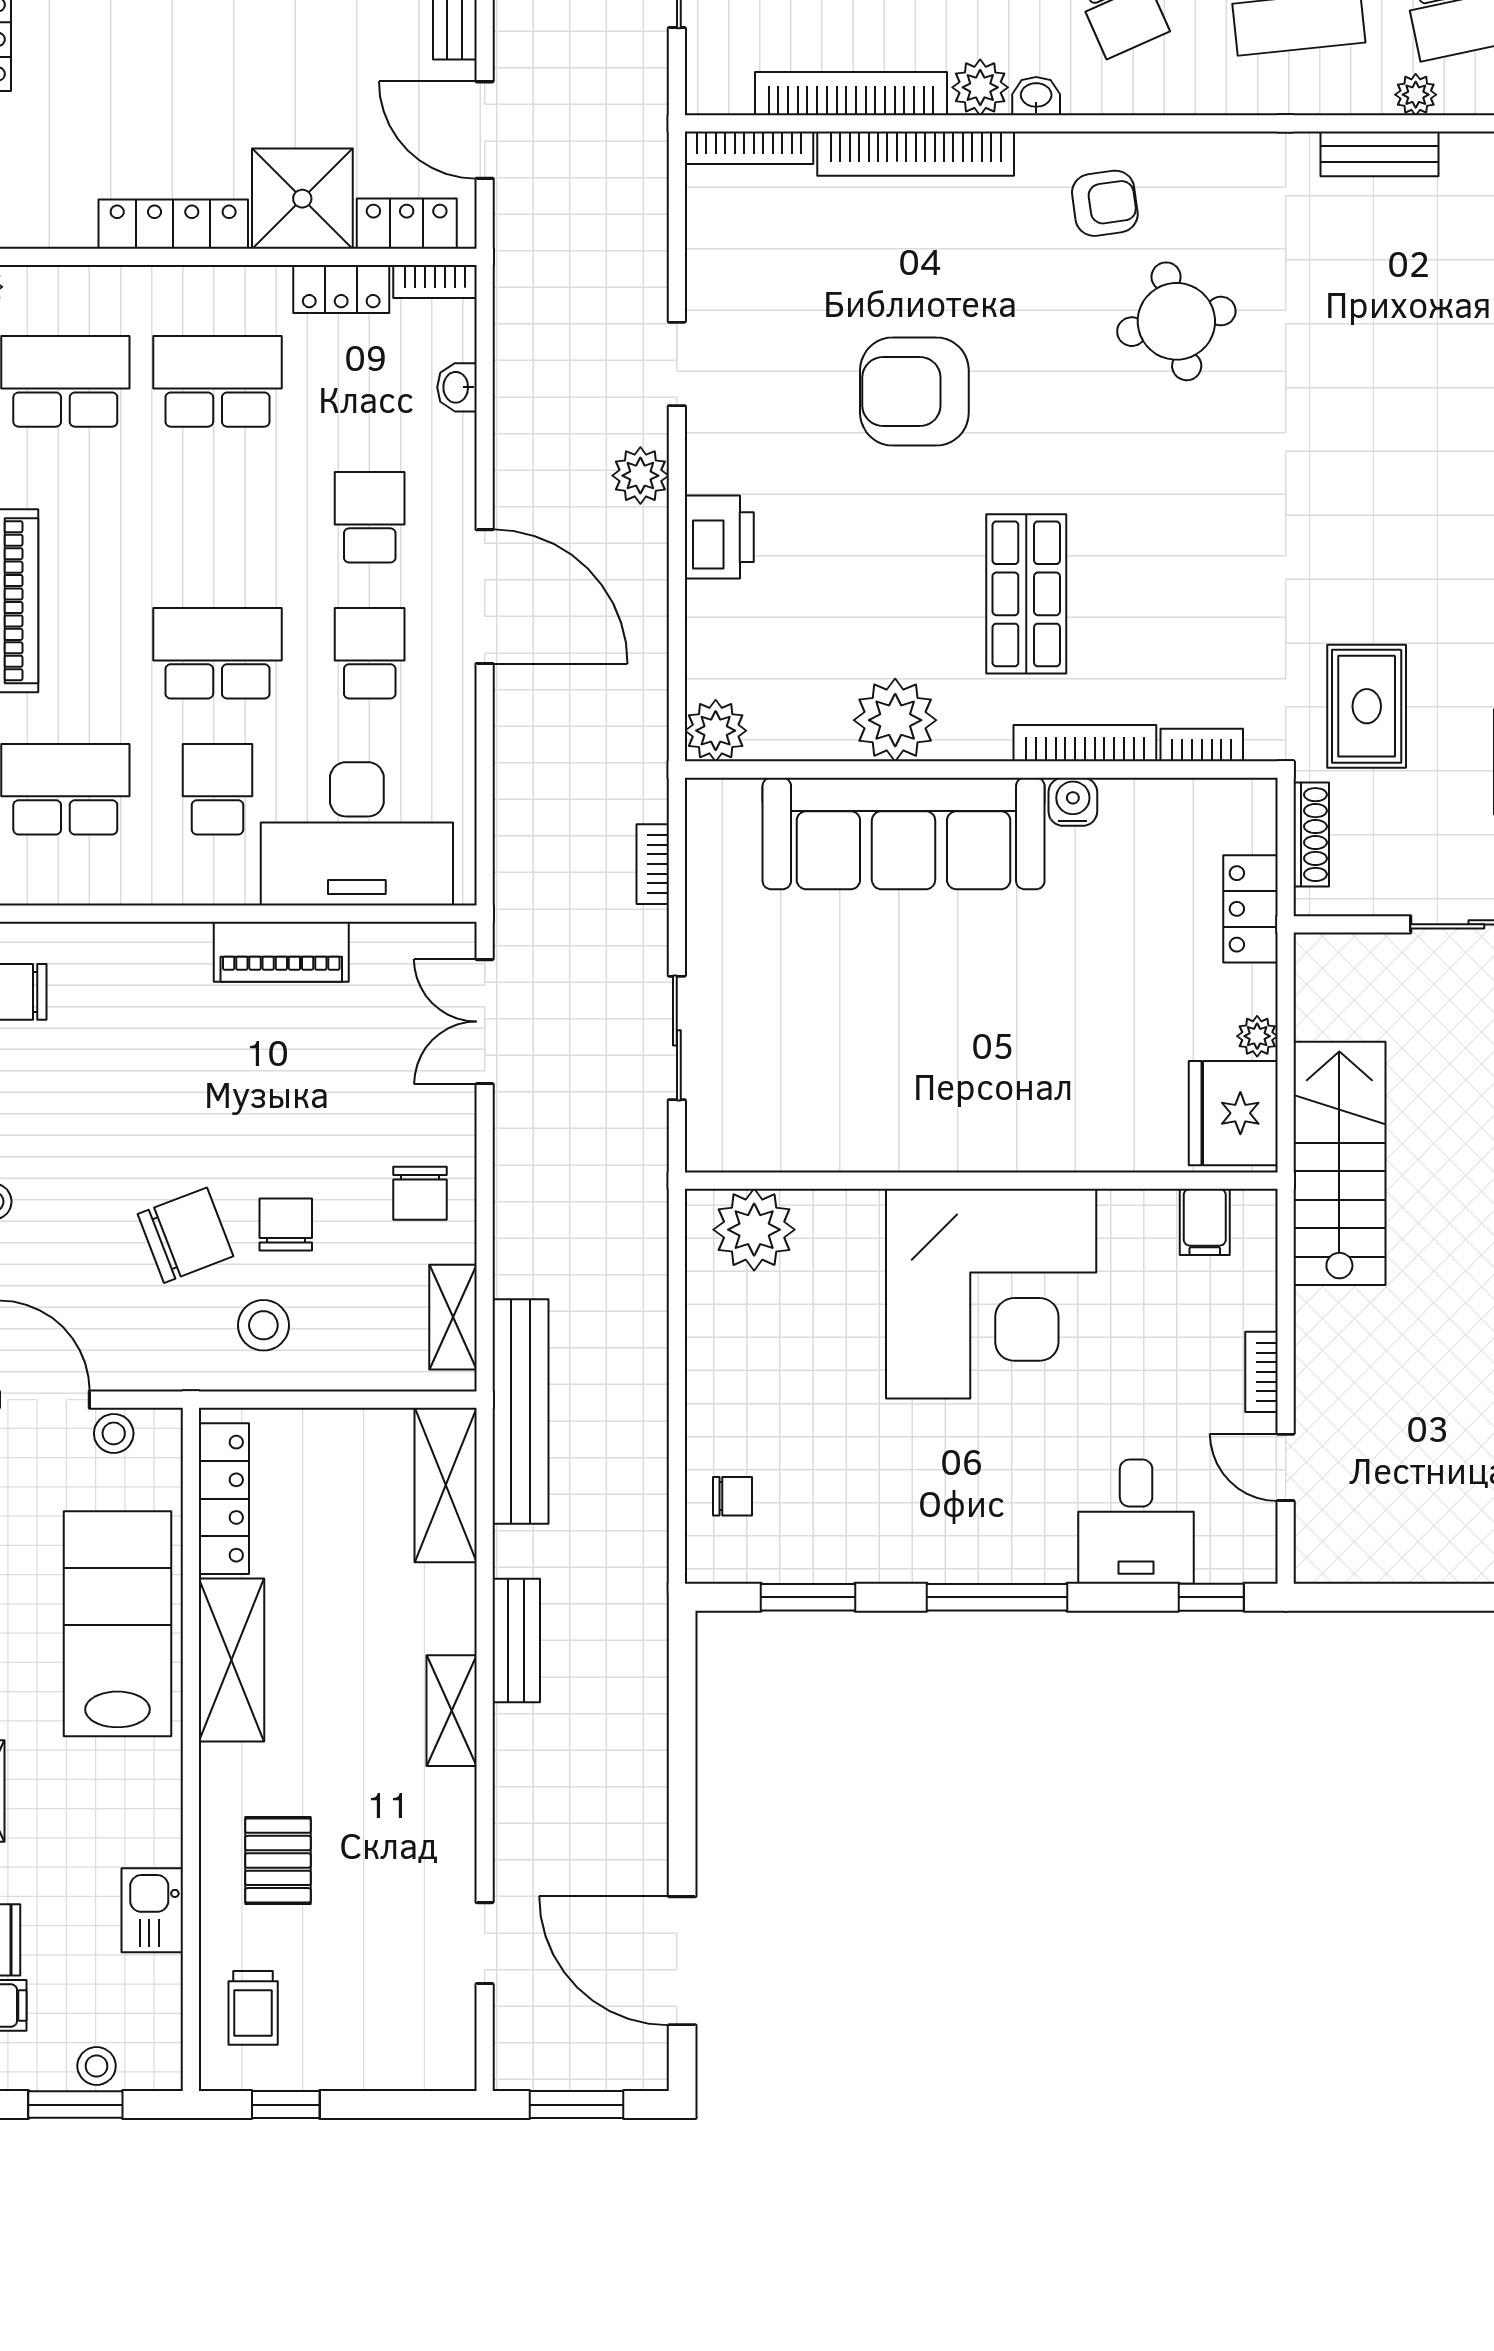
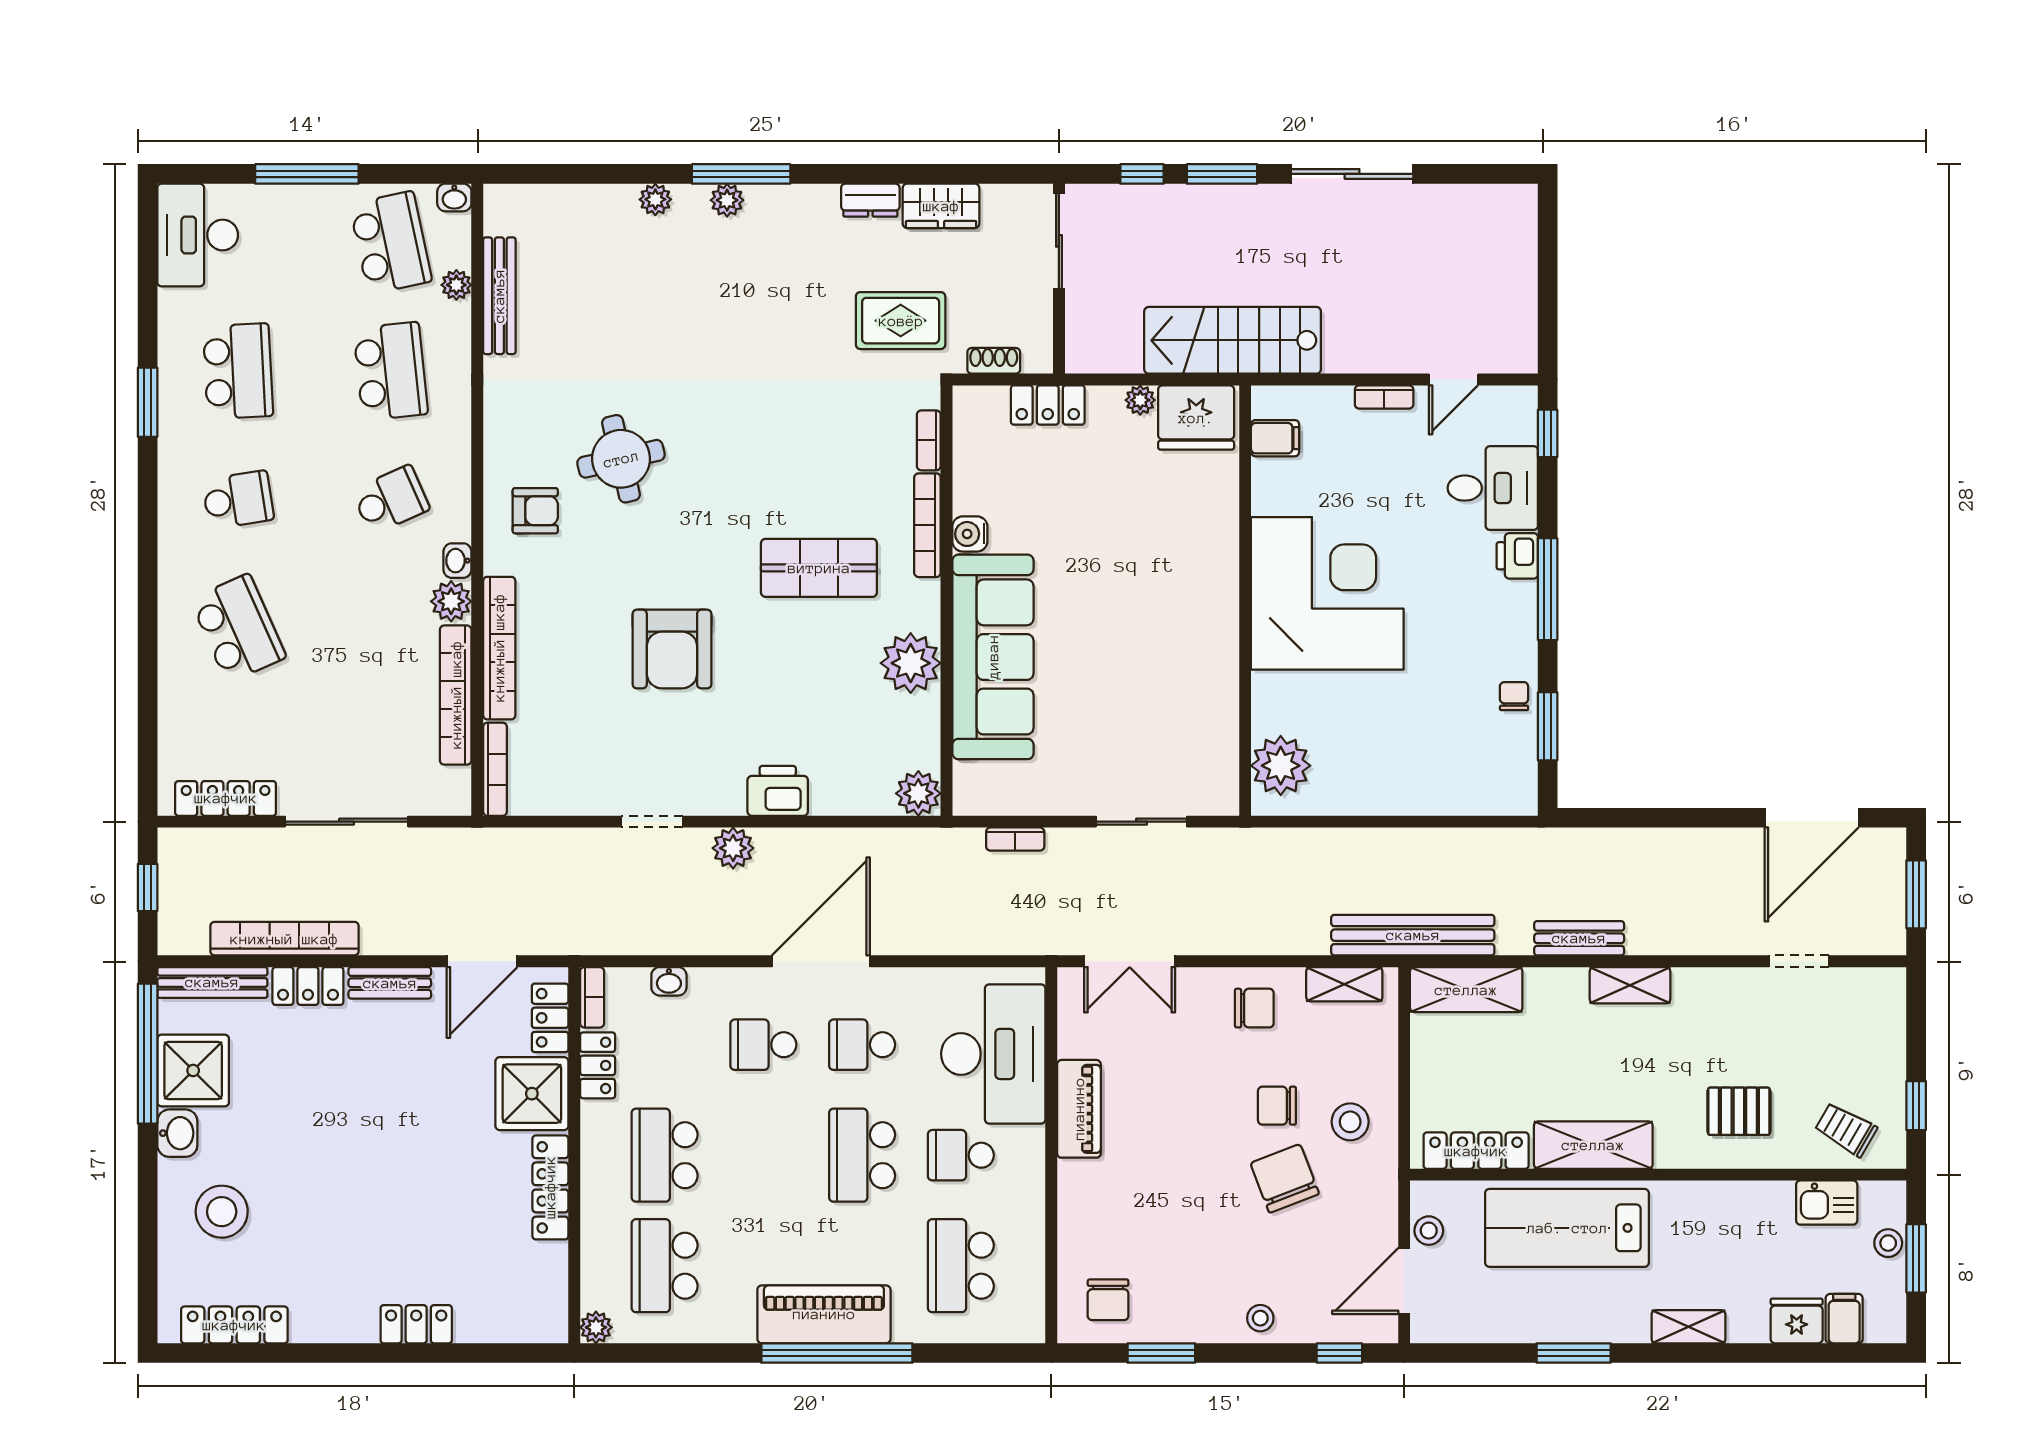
bench: (1379, 154) -> (499, 296), width x1.36
armchair: (1105, 203) -> (535, 511), turned 98
shoe rack: (1311, 835) -> (994, 361), width x0.70
chair: (732, 1496) -> (1514, 696), moved
printer: (1043, 1555) -> (1517, 556), added
kitchen sink: (152, 1910) -> (1827, 1203), moved
trolley: (253, 2008) -> (1846, 1129), turned -150

